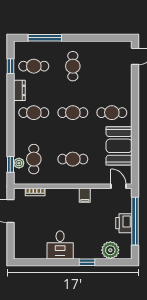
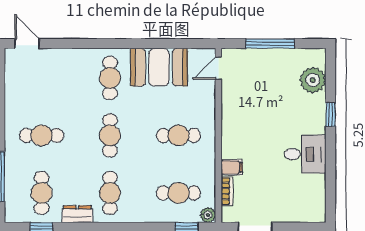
cafe table: (73, 159) -> (178, 135), turned 90
plant: (19, 163) -> (208, 215), moved
filing cabinet: (85, 195) -> (232, 167), moved
window: (135, 221) -> (270, 44), width x0.68
printer: (124, 223) -> (273, 60), removed

